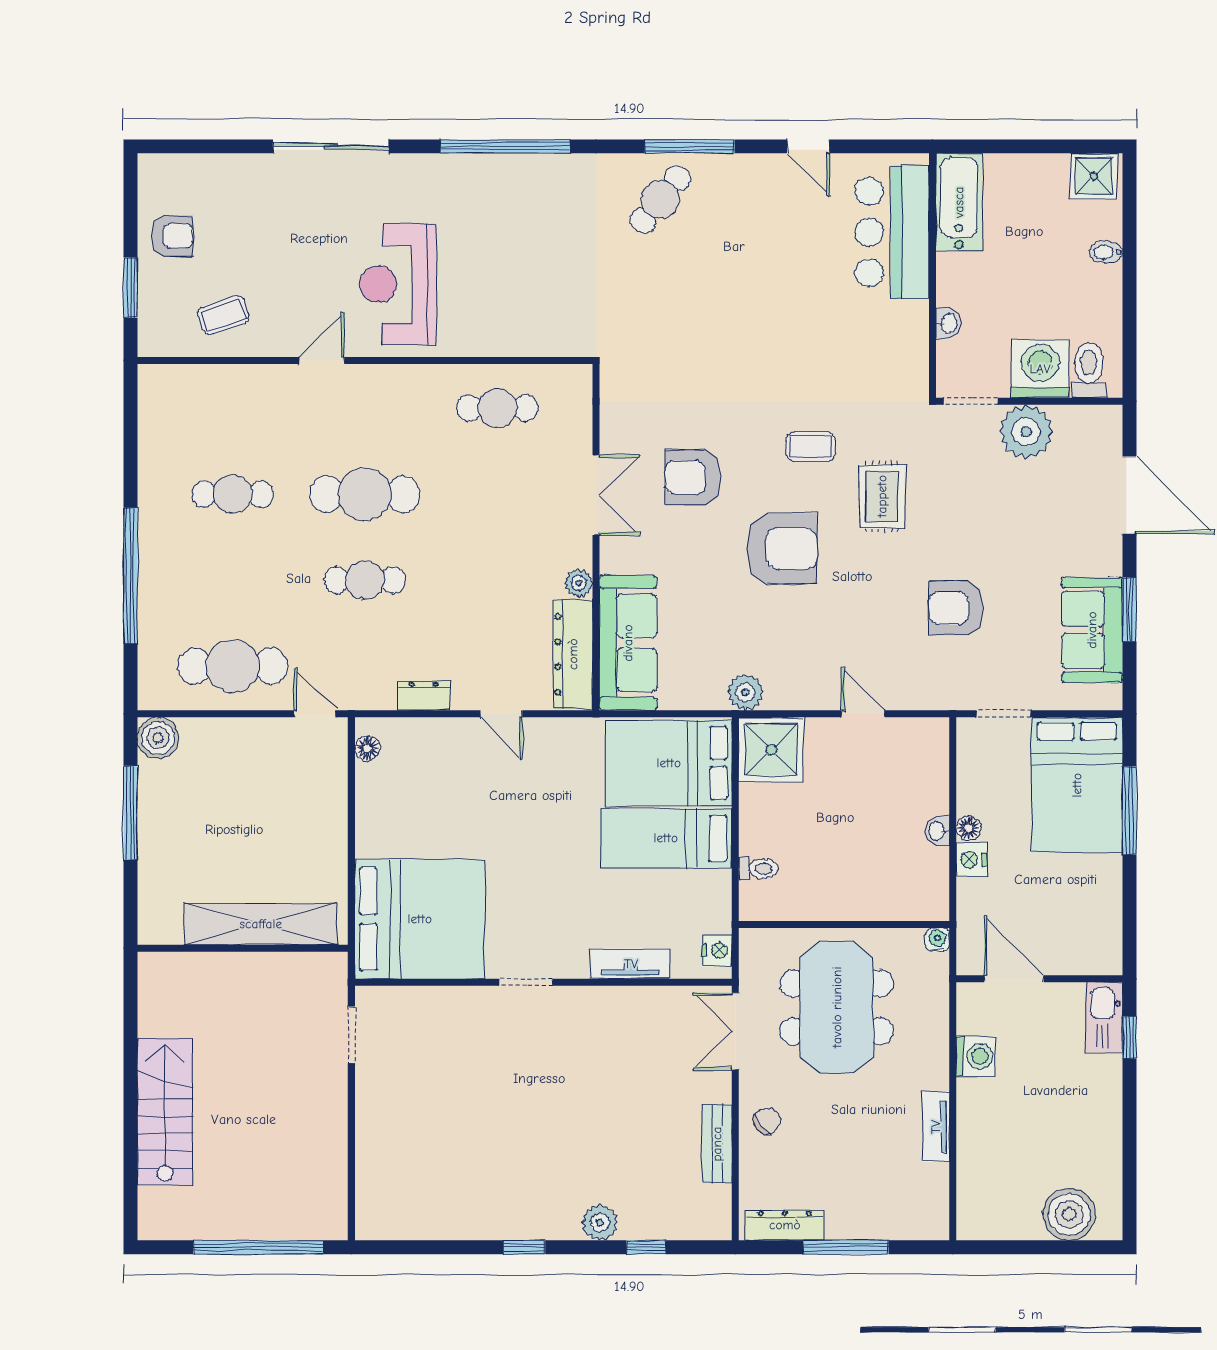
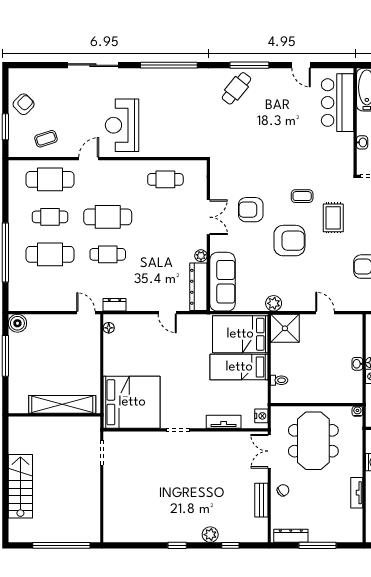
armchair: (172, 236) -> (24, 104), turned -45
cafe table: (233, 408) -> (50, 179), added
cafe table: (233, 666) -> (50, 254), moved
dresser: (424, 696) -> (115, 305), moved

